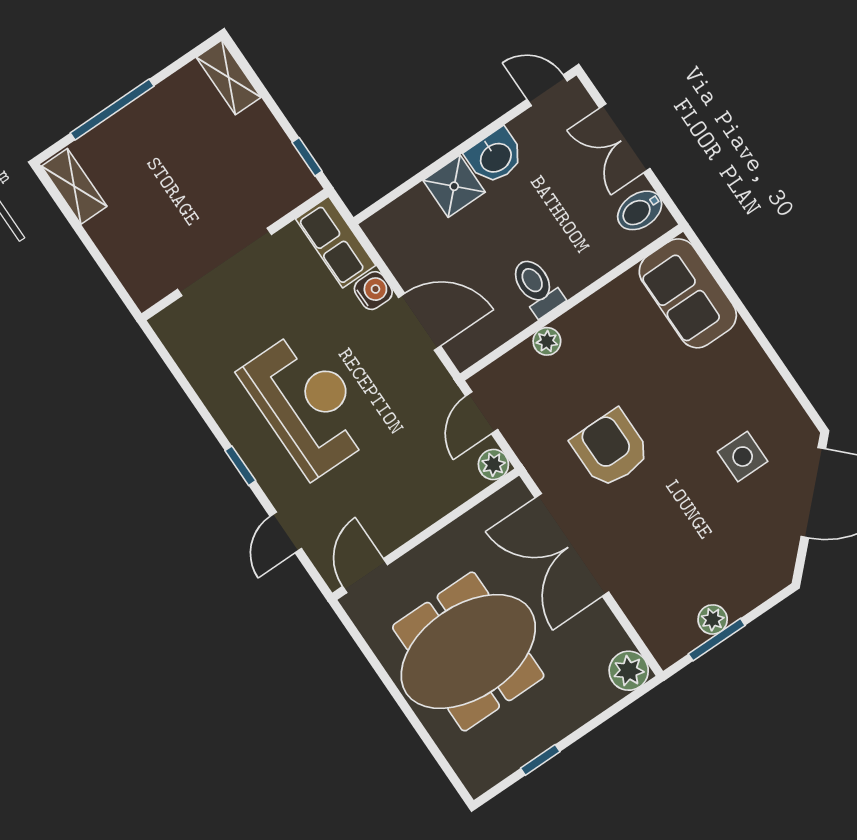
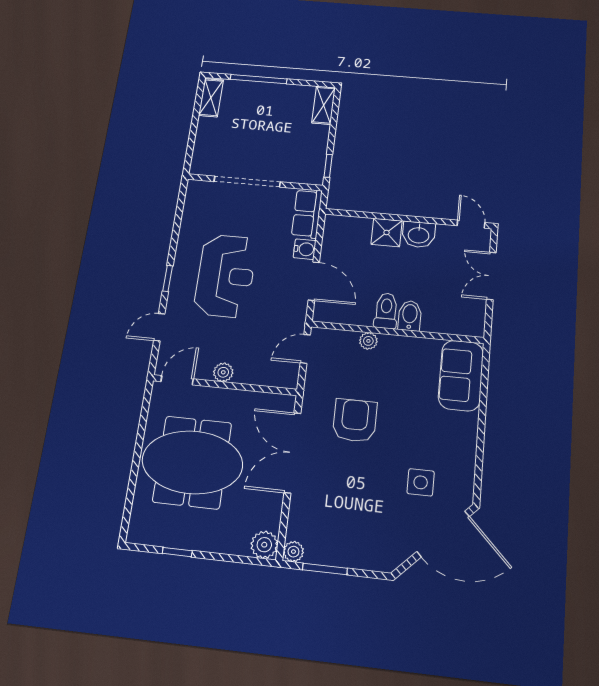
bidet: (640, 210) -> (410, 316), moved, turned 90
plant: (493, 464) -> (223, 372), moved
plant: (713, 619) -> (293, 552), moved

